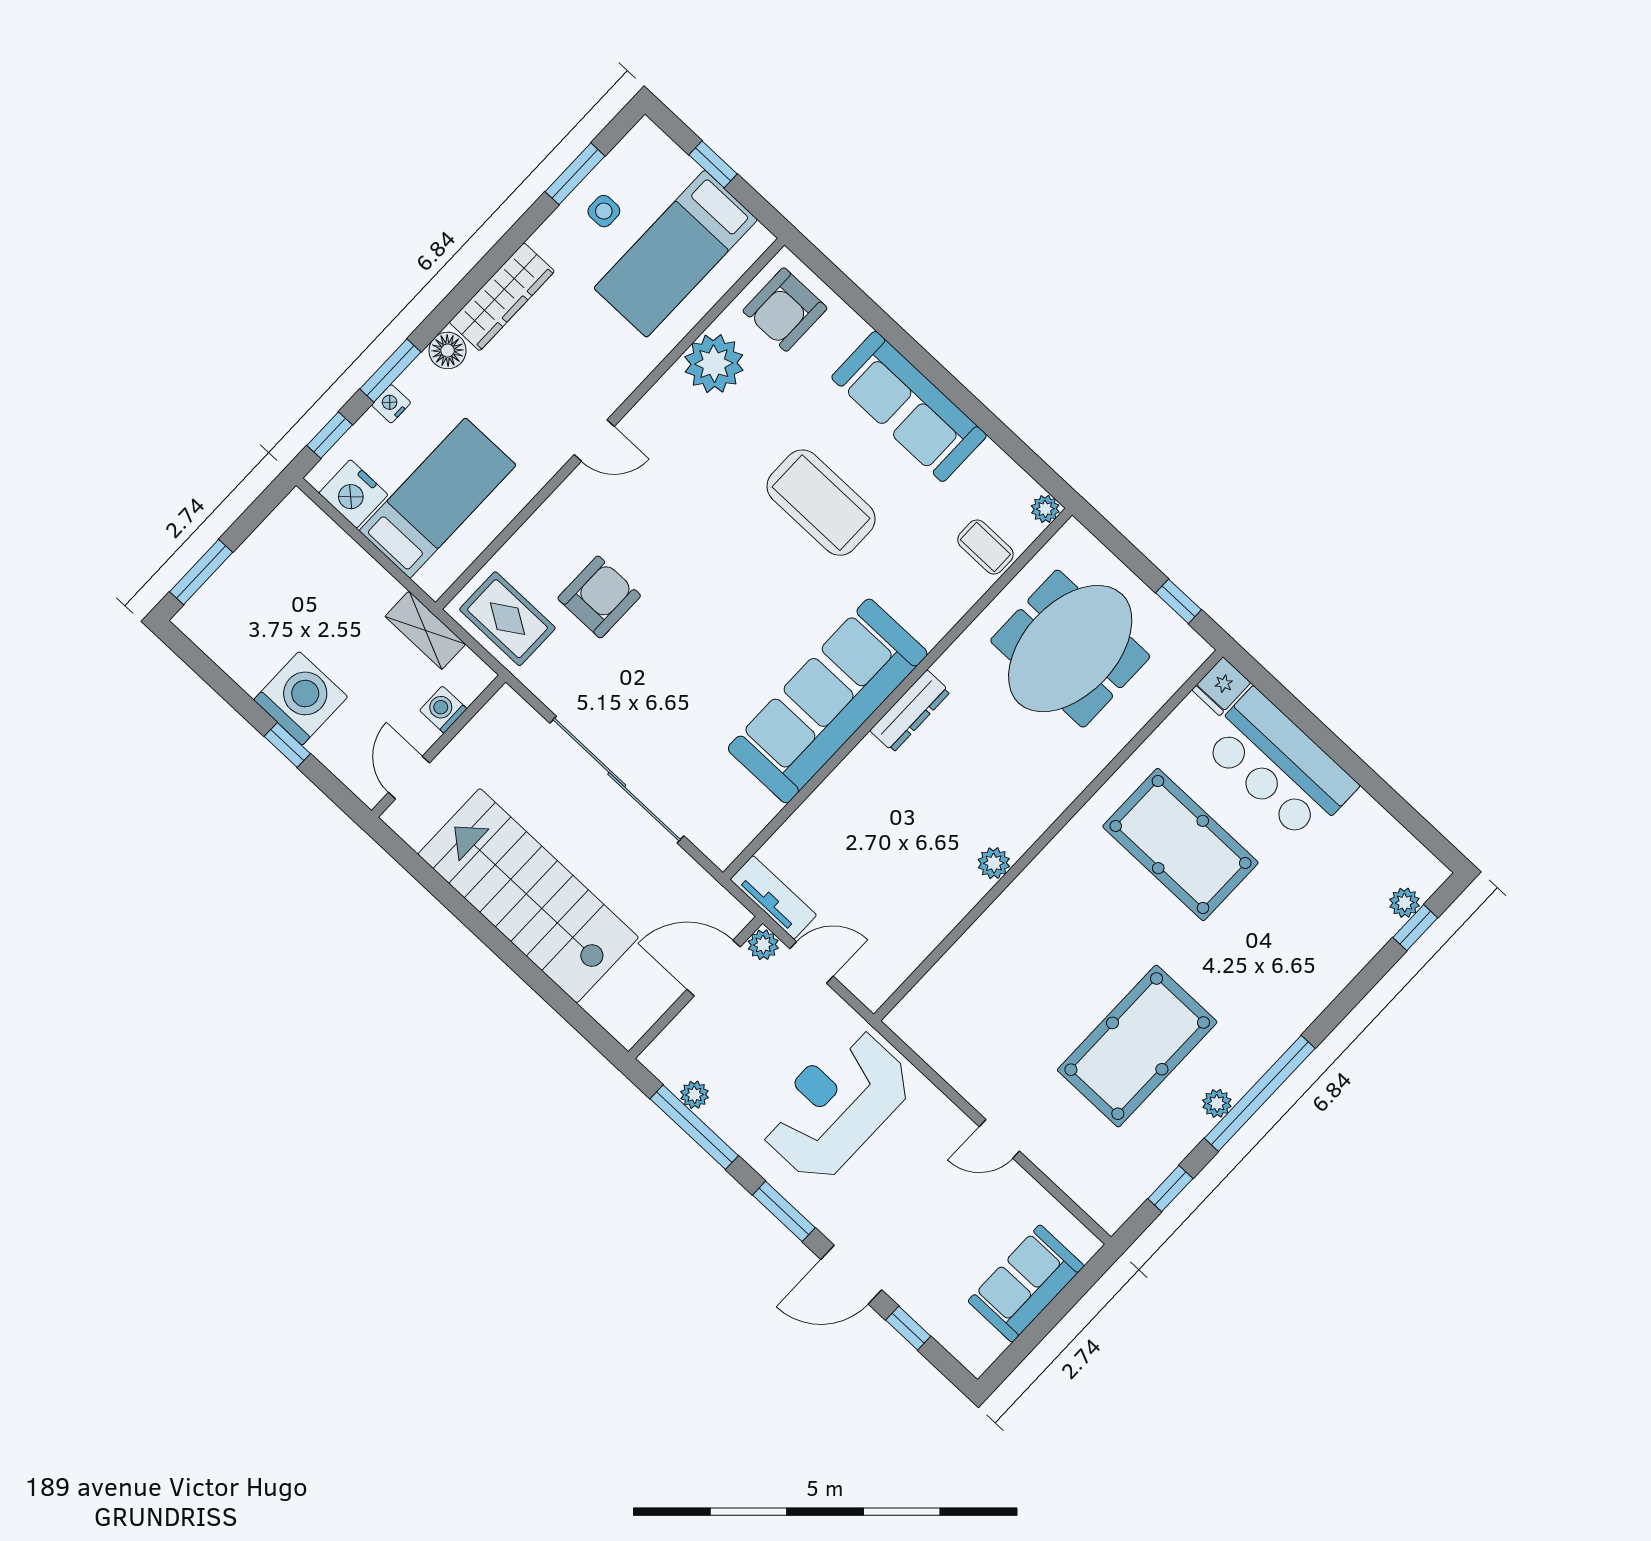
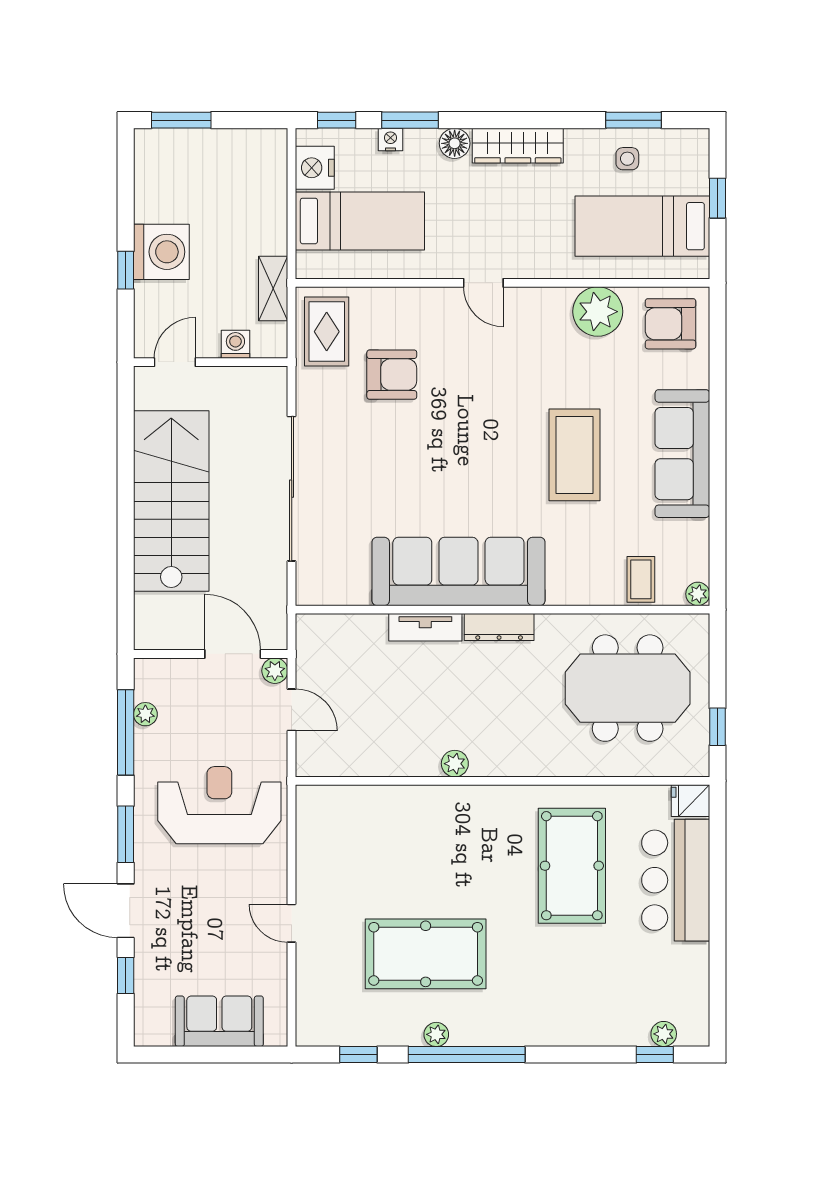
tv unit: (773, 897) -> (425, 627), moved, turned 90

